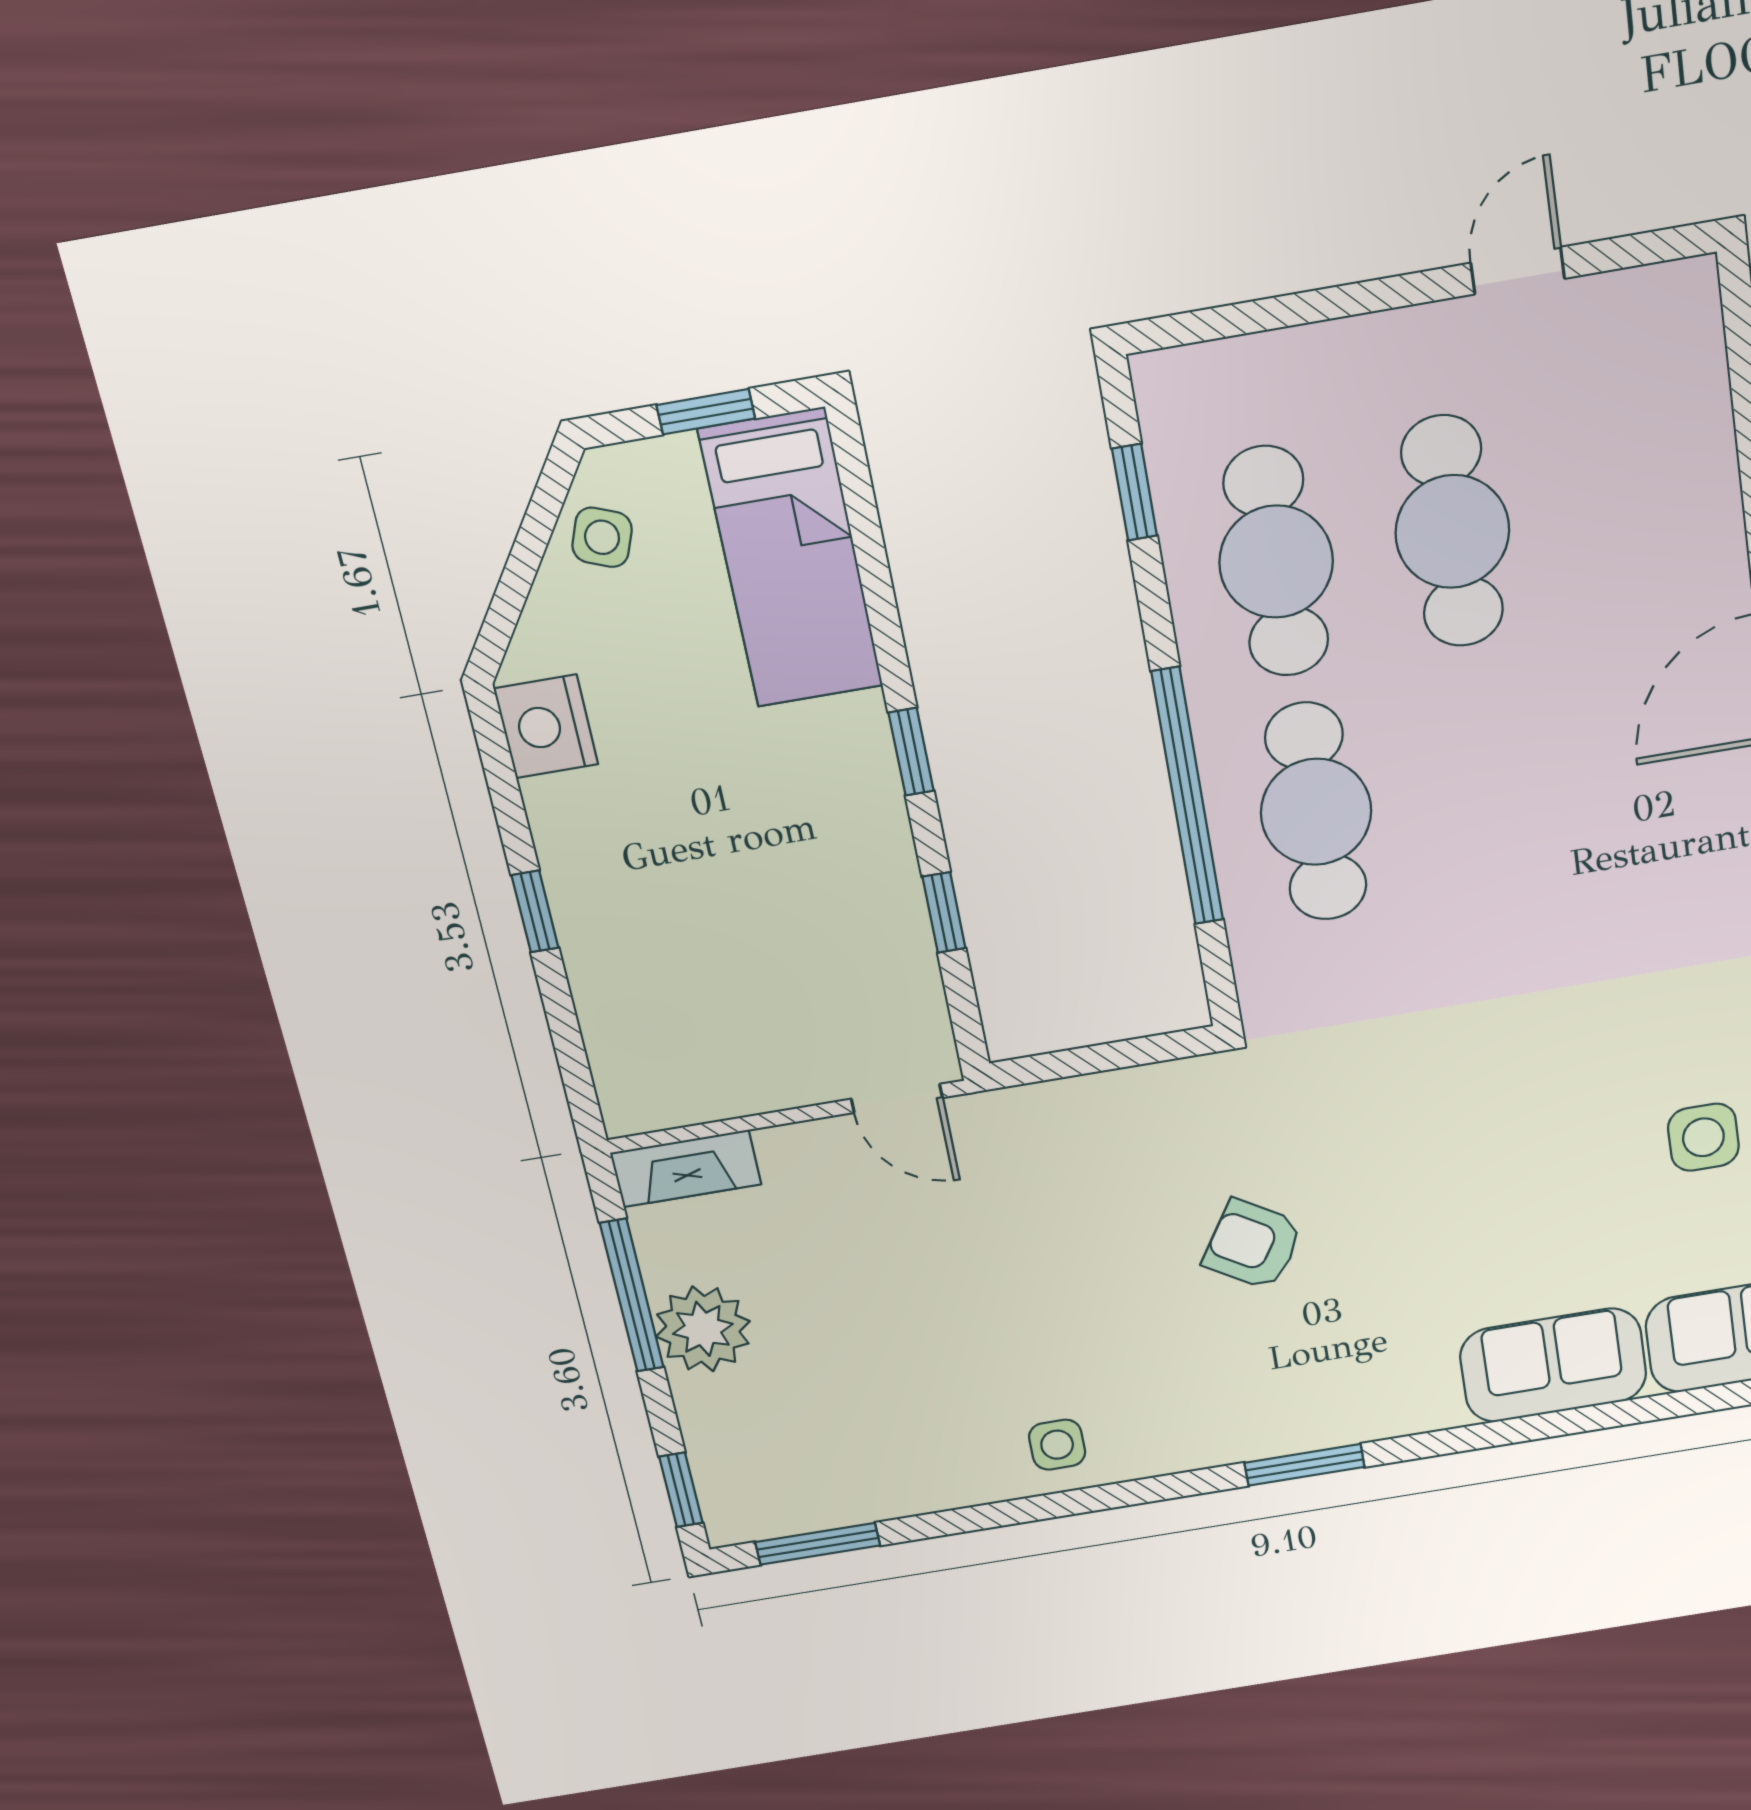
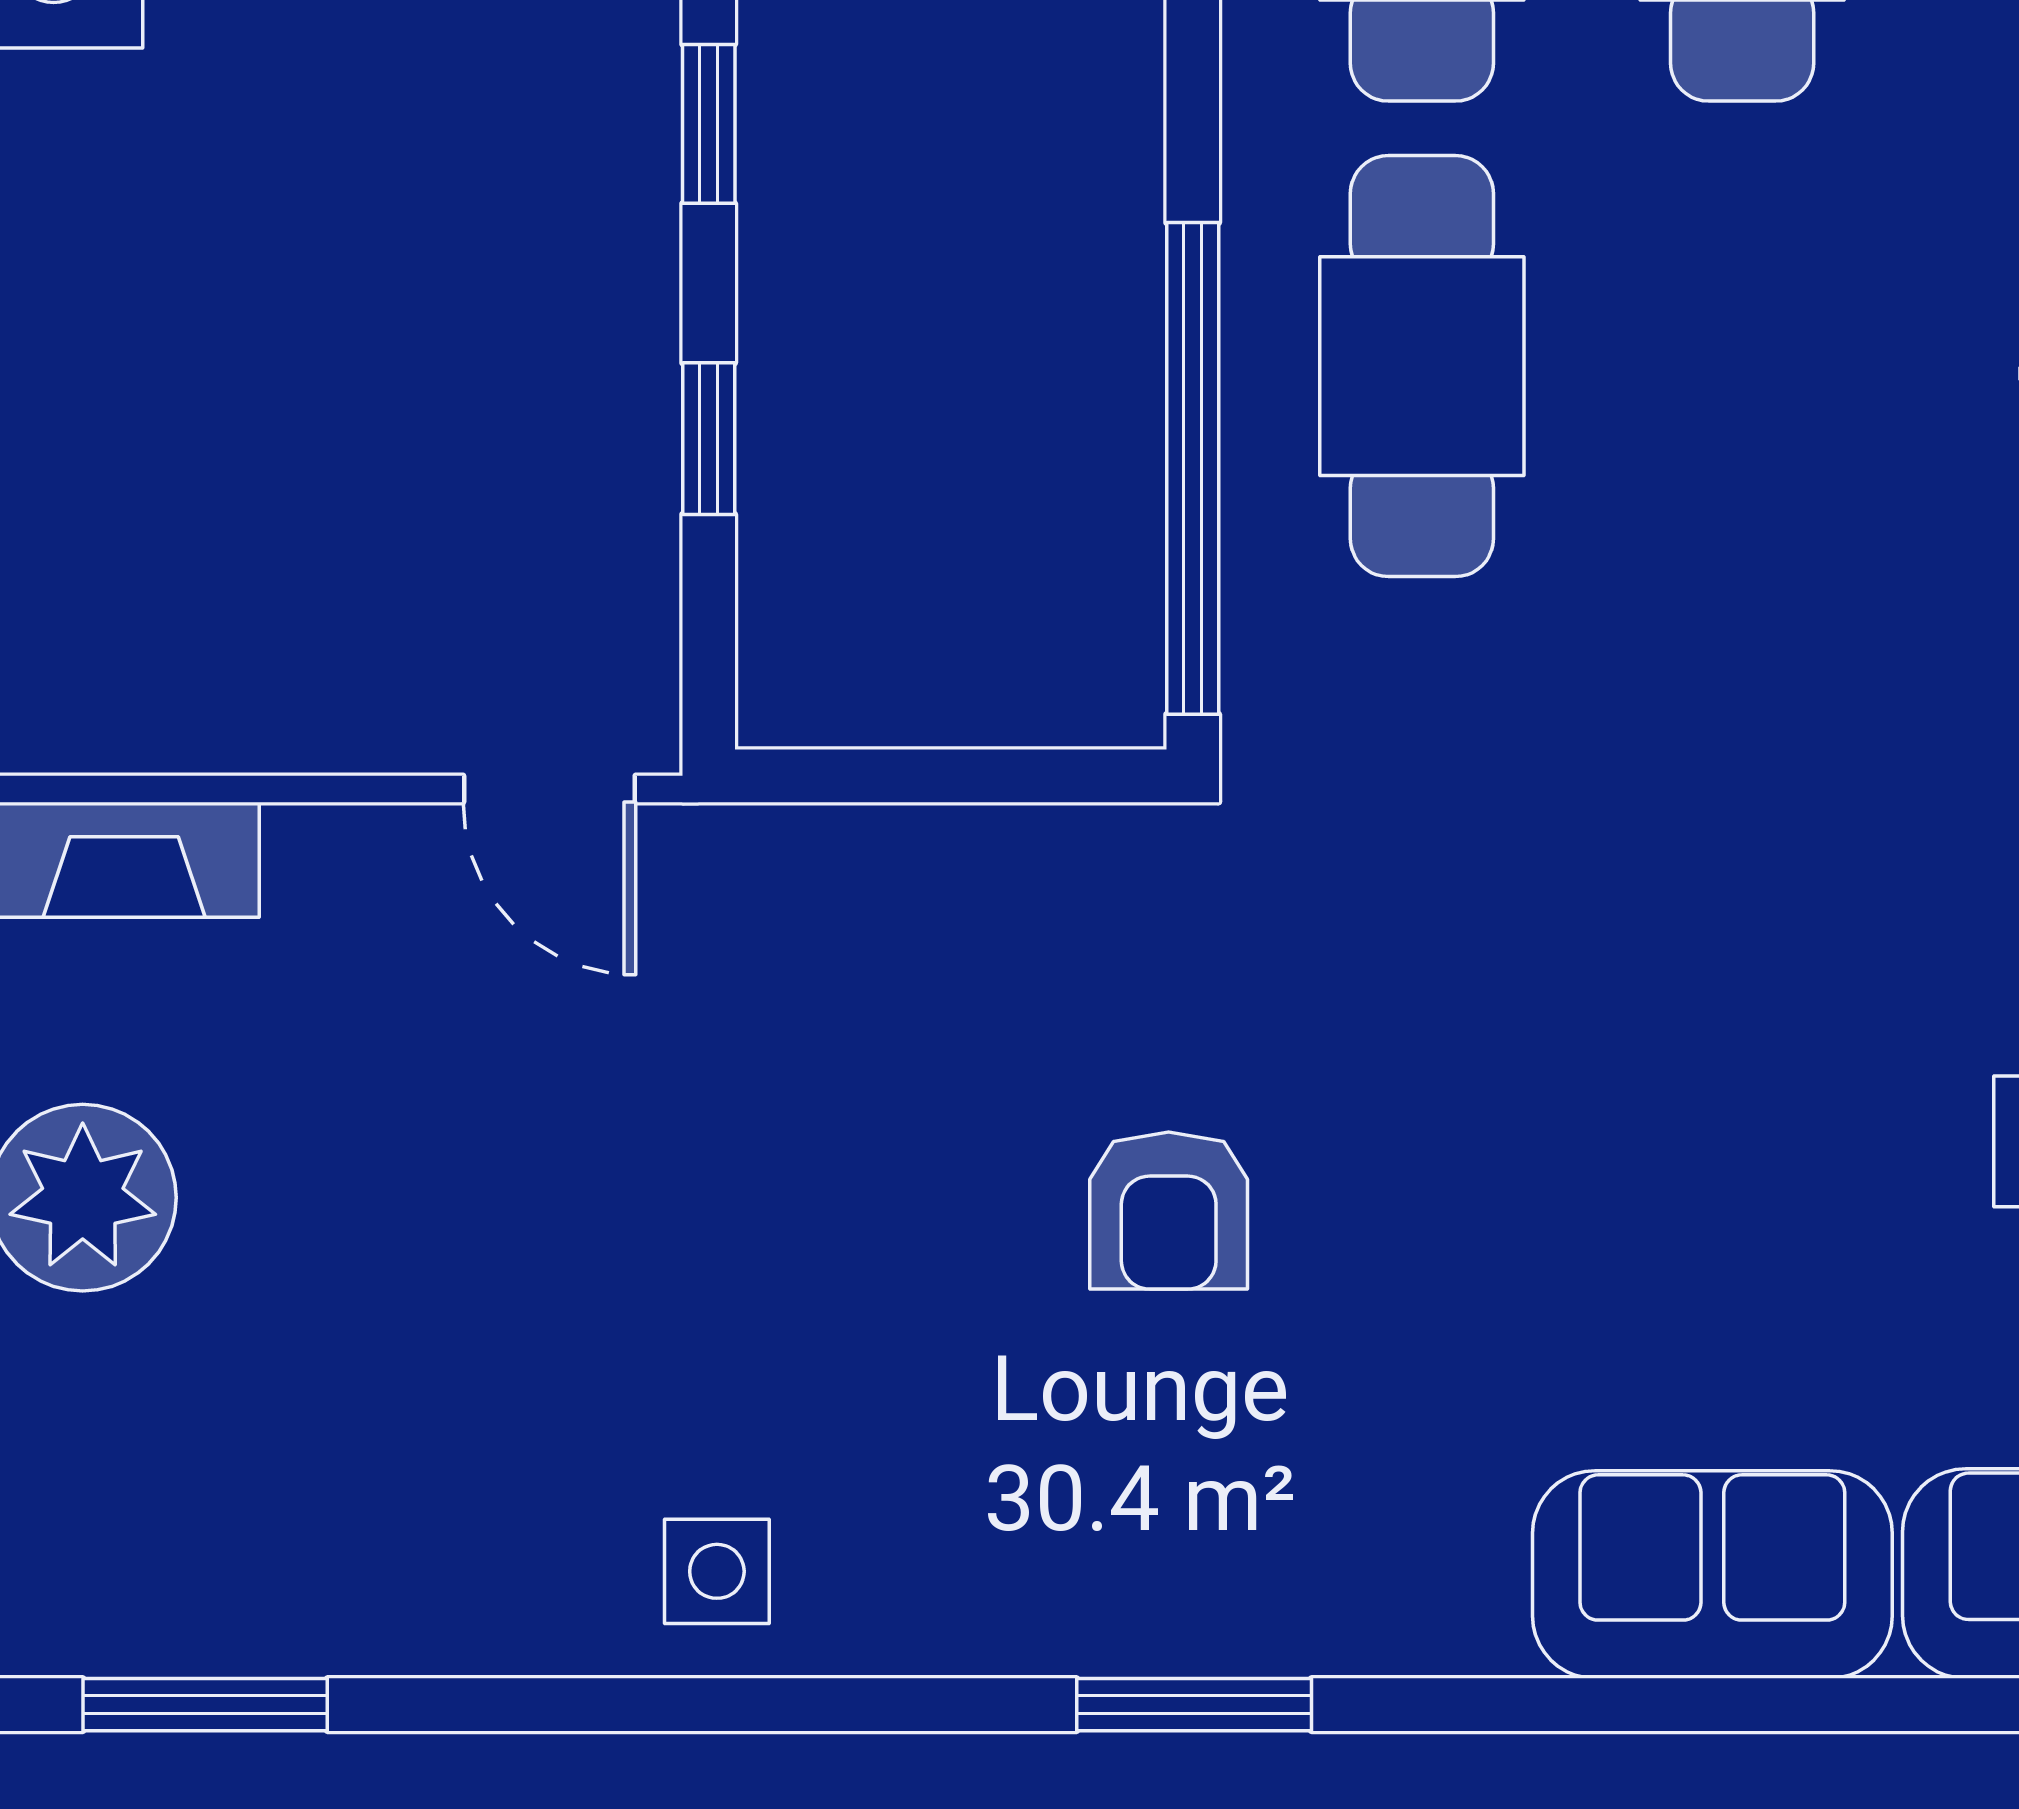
window: (1188, 797) -> (1193, 468), moved
armchair: (1253, 1245) -> (1169, 1211), turned -122

